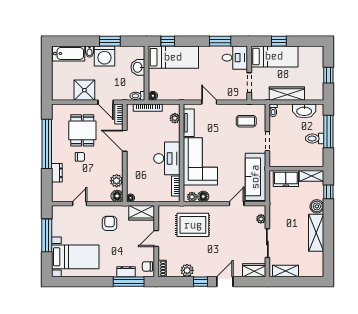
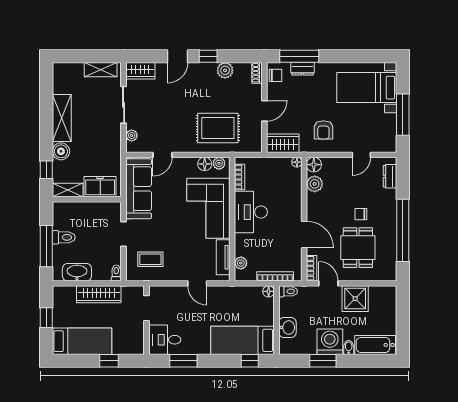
bed: (274, 56) -> (82, 341), moved, turned 180
dresser: (57, 173) -> (390, 176), moved

